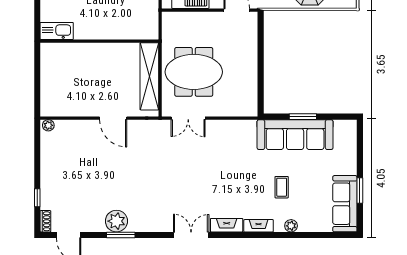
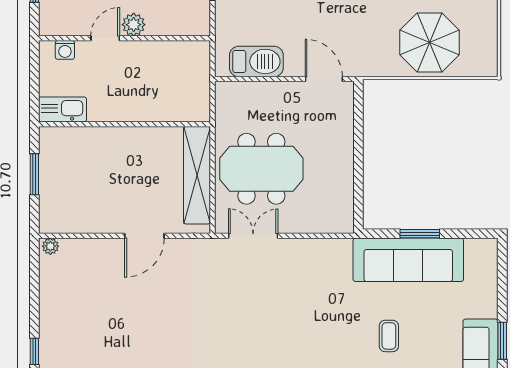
window: (37, 76) -> (34, 174), added
door: (113, 118) -> (144, 236), hinge flipped
double door: (188, 118) -> (253, 236), swing flipped

